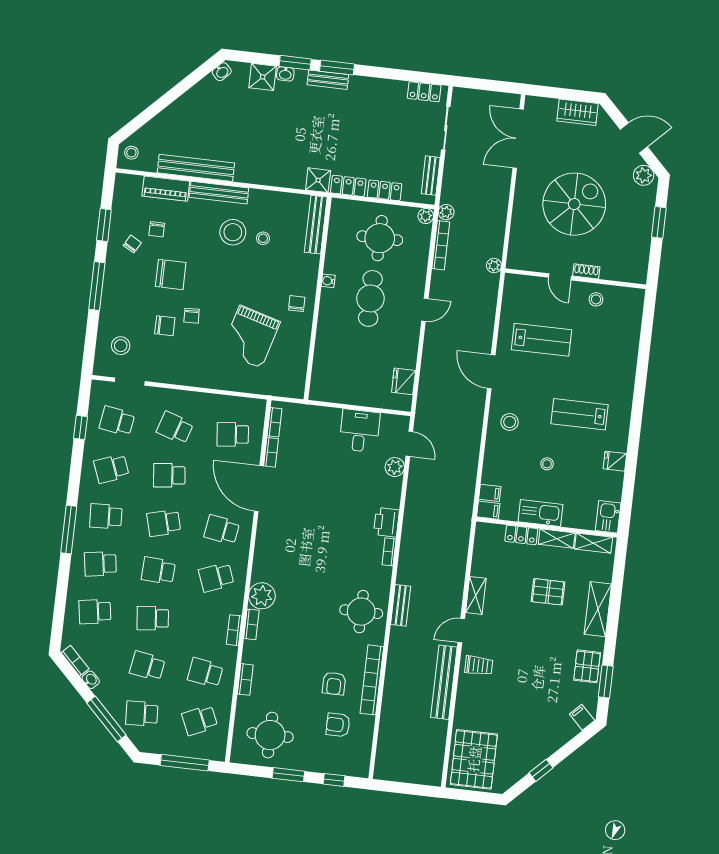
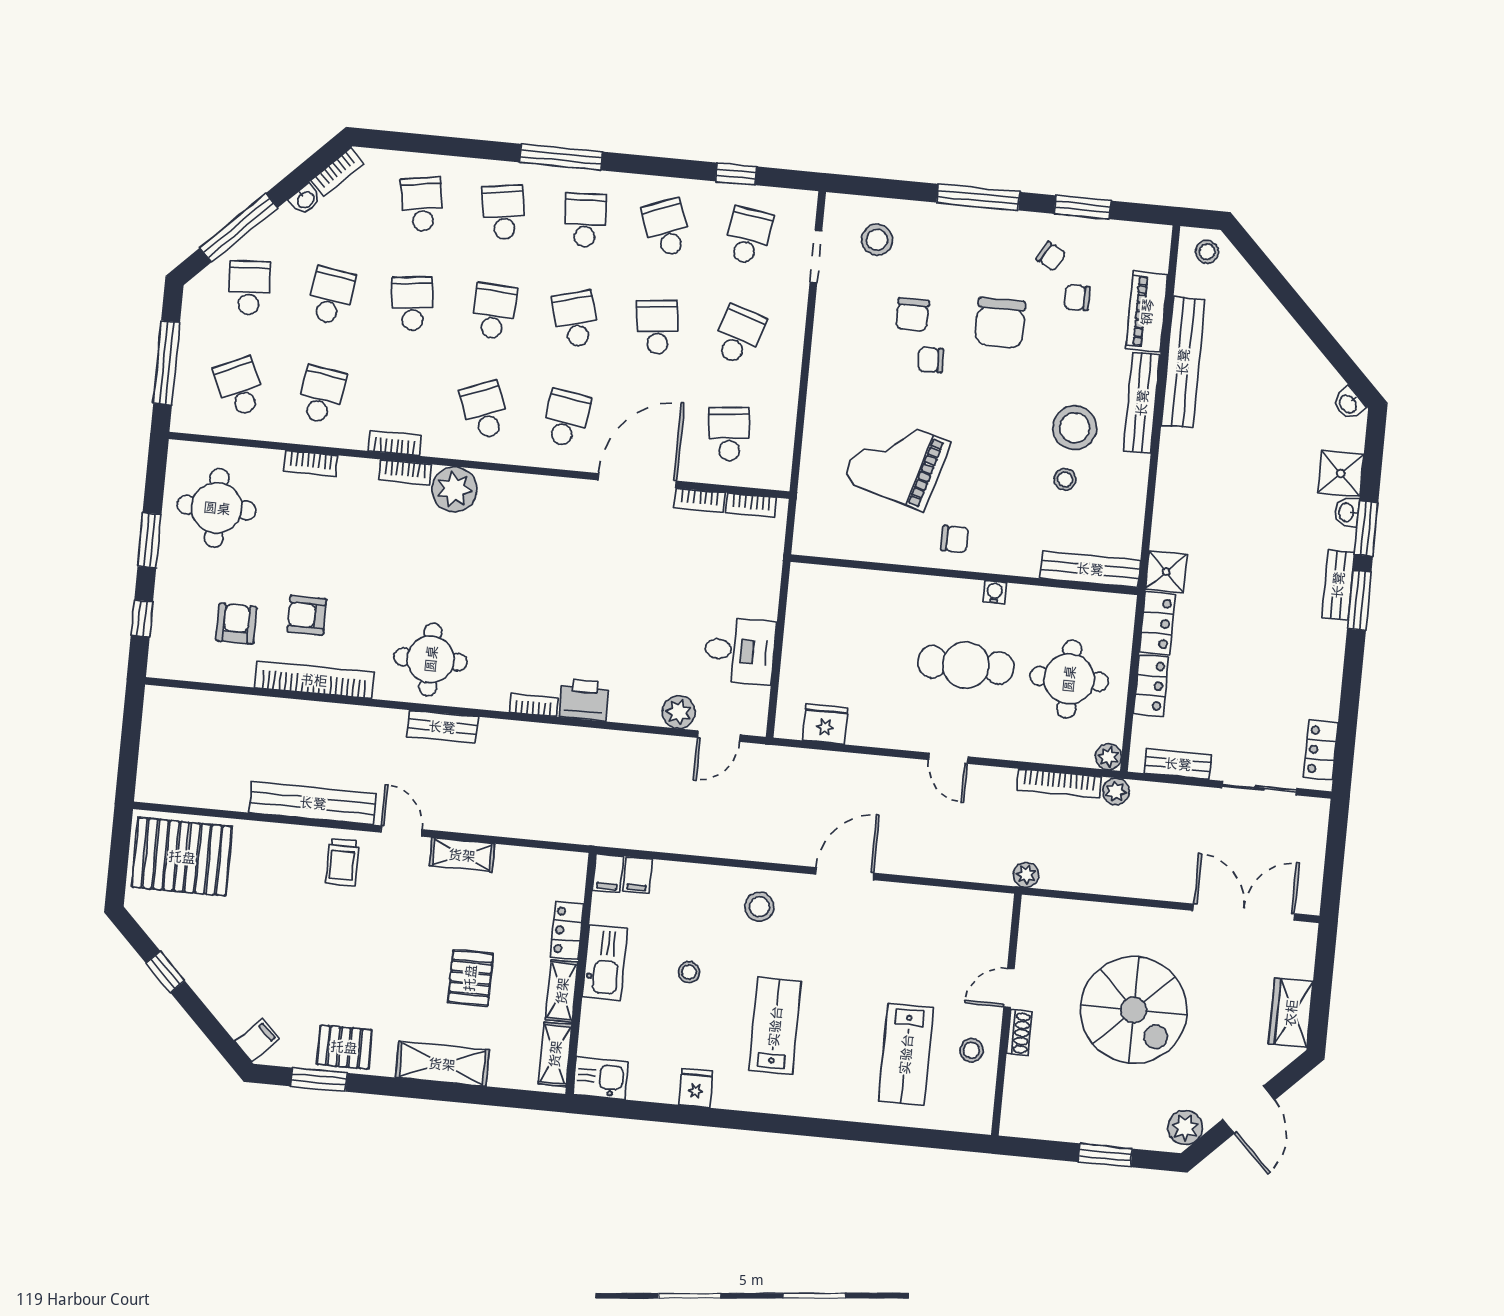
lab bench: (542, 340) -> (906, 1054), moved

